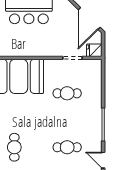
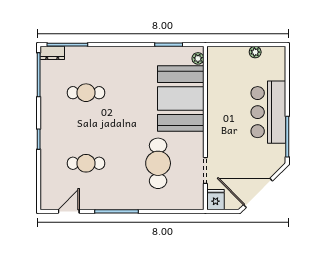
cafe table: (67, 93) -> (158, 163), width x1.37, depth x1.35
cafe table: (67, 147) -> (86, 163), turned 90

